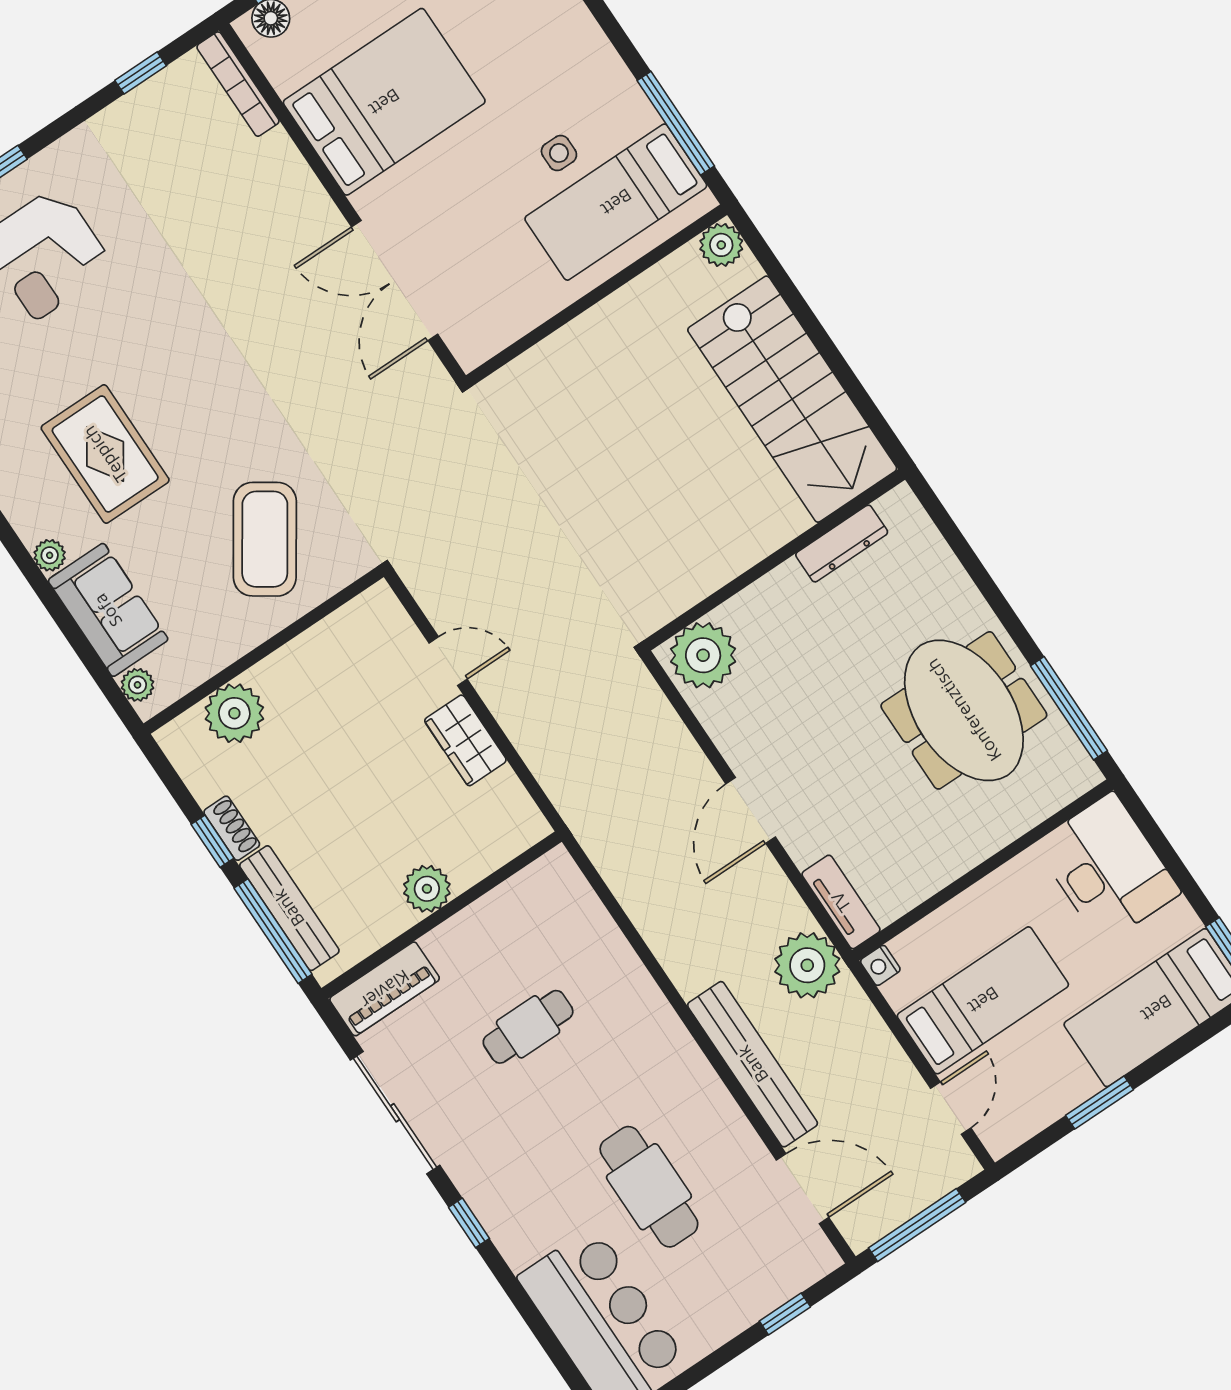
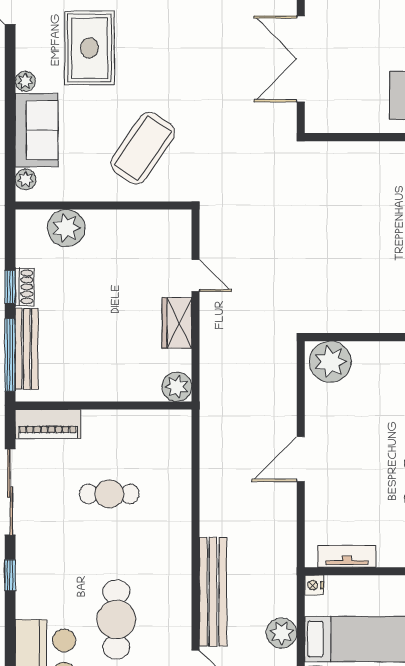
plant: (427, 889) -> (177, 387), moved
tv unit: (841, 902) -> (347, 556), moved, turned -90
plant: (807, 965) -> (282, 633), moved, width x0.73, depth x0.73

